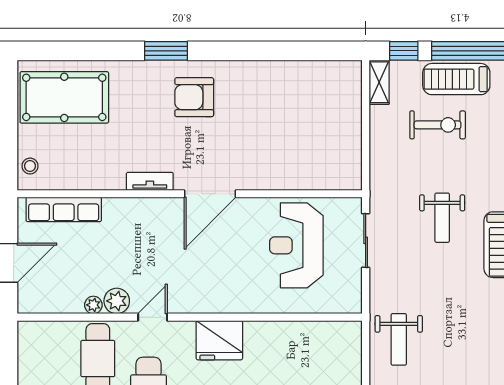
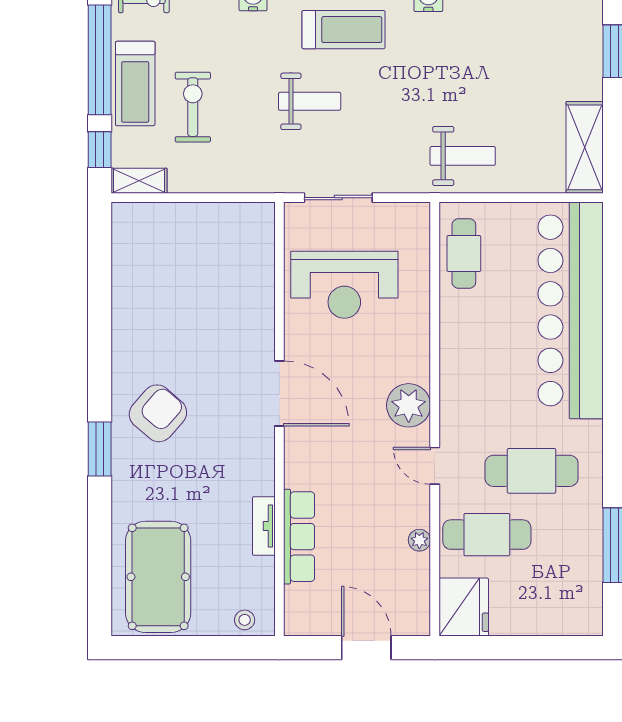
armchair: (194, 97) -> (158, 413), turned -139
tv unit: (150, 181) -> (264, 526), moved
row of seats: (64, 209) -> (299, 537), moved
plant: (117, 301) -> (409, 405), moved, width x1.36, depth x1.36
fridge: (219, 340) -> (464, 607), moved
cafe table: (321, 340) -> (464, 253), added

